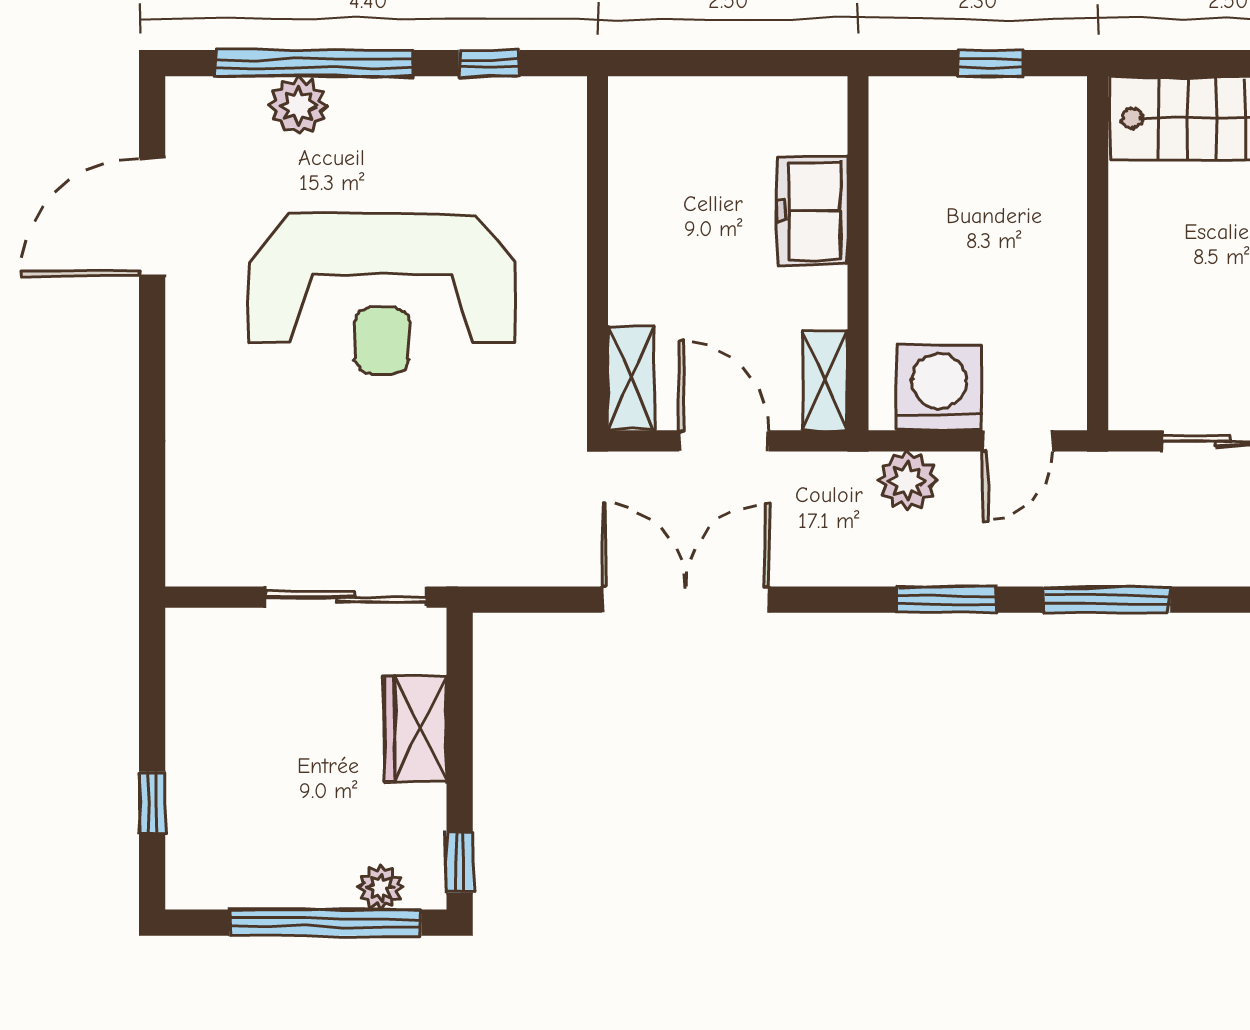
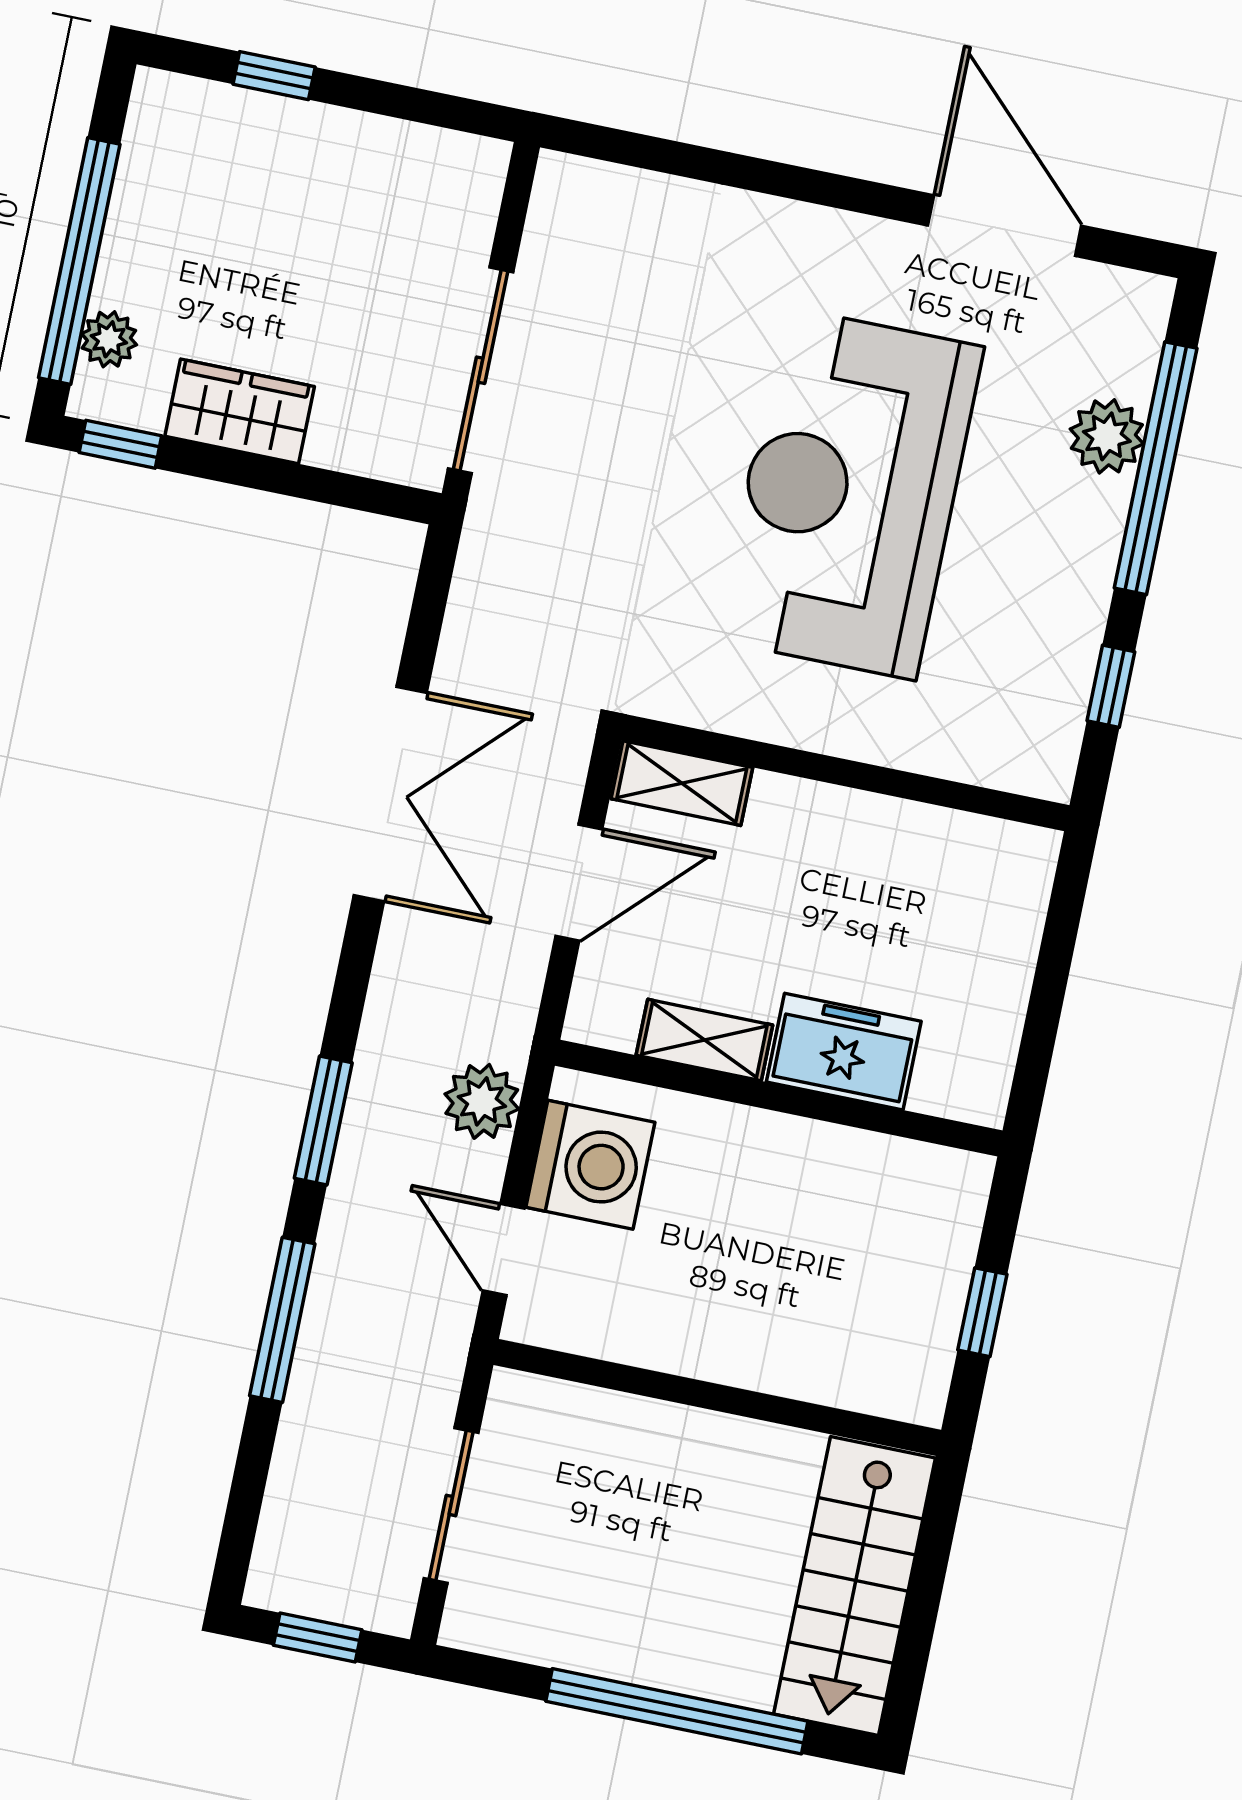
shelving: (825, 380) -> (704, 1040), moved
wardrobe: (415, 729) -> (240, 411), moved

